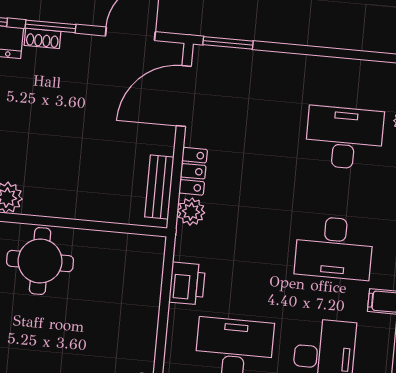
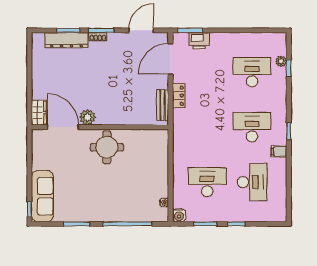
plant: (191, 212) -> (179, 116), removed
desk: (334, 248) -> (252, 127), turned 180
printer: (187, 283) -> (199, 41), moved, turned 90

